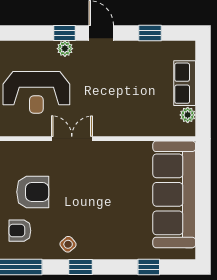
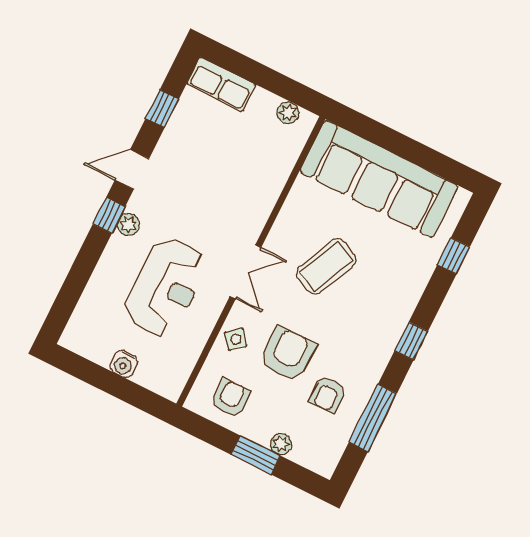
row of seats: (185, 83) -> (221, 84), moved
double door: (72, 139) -> (246, 272), swing flipped
coffee table: (101, 189) -> (326, 266), added
side table: (68, 244) -> (236, 339), moved

